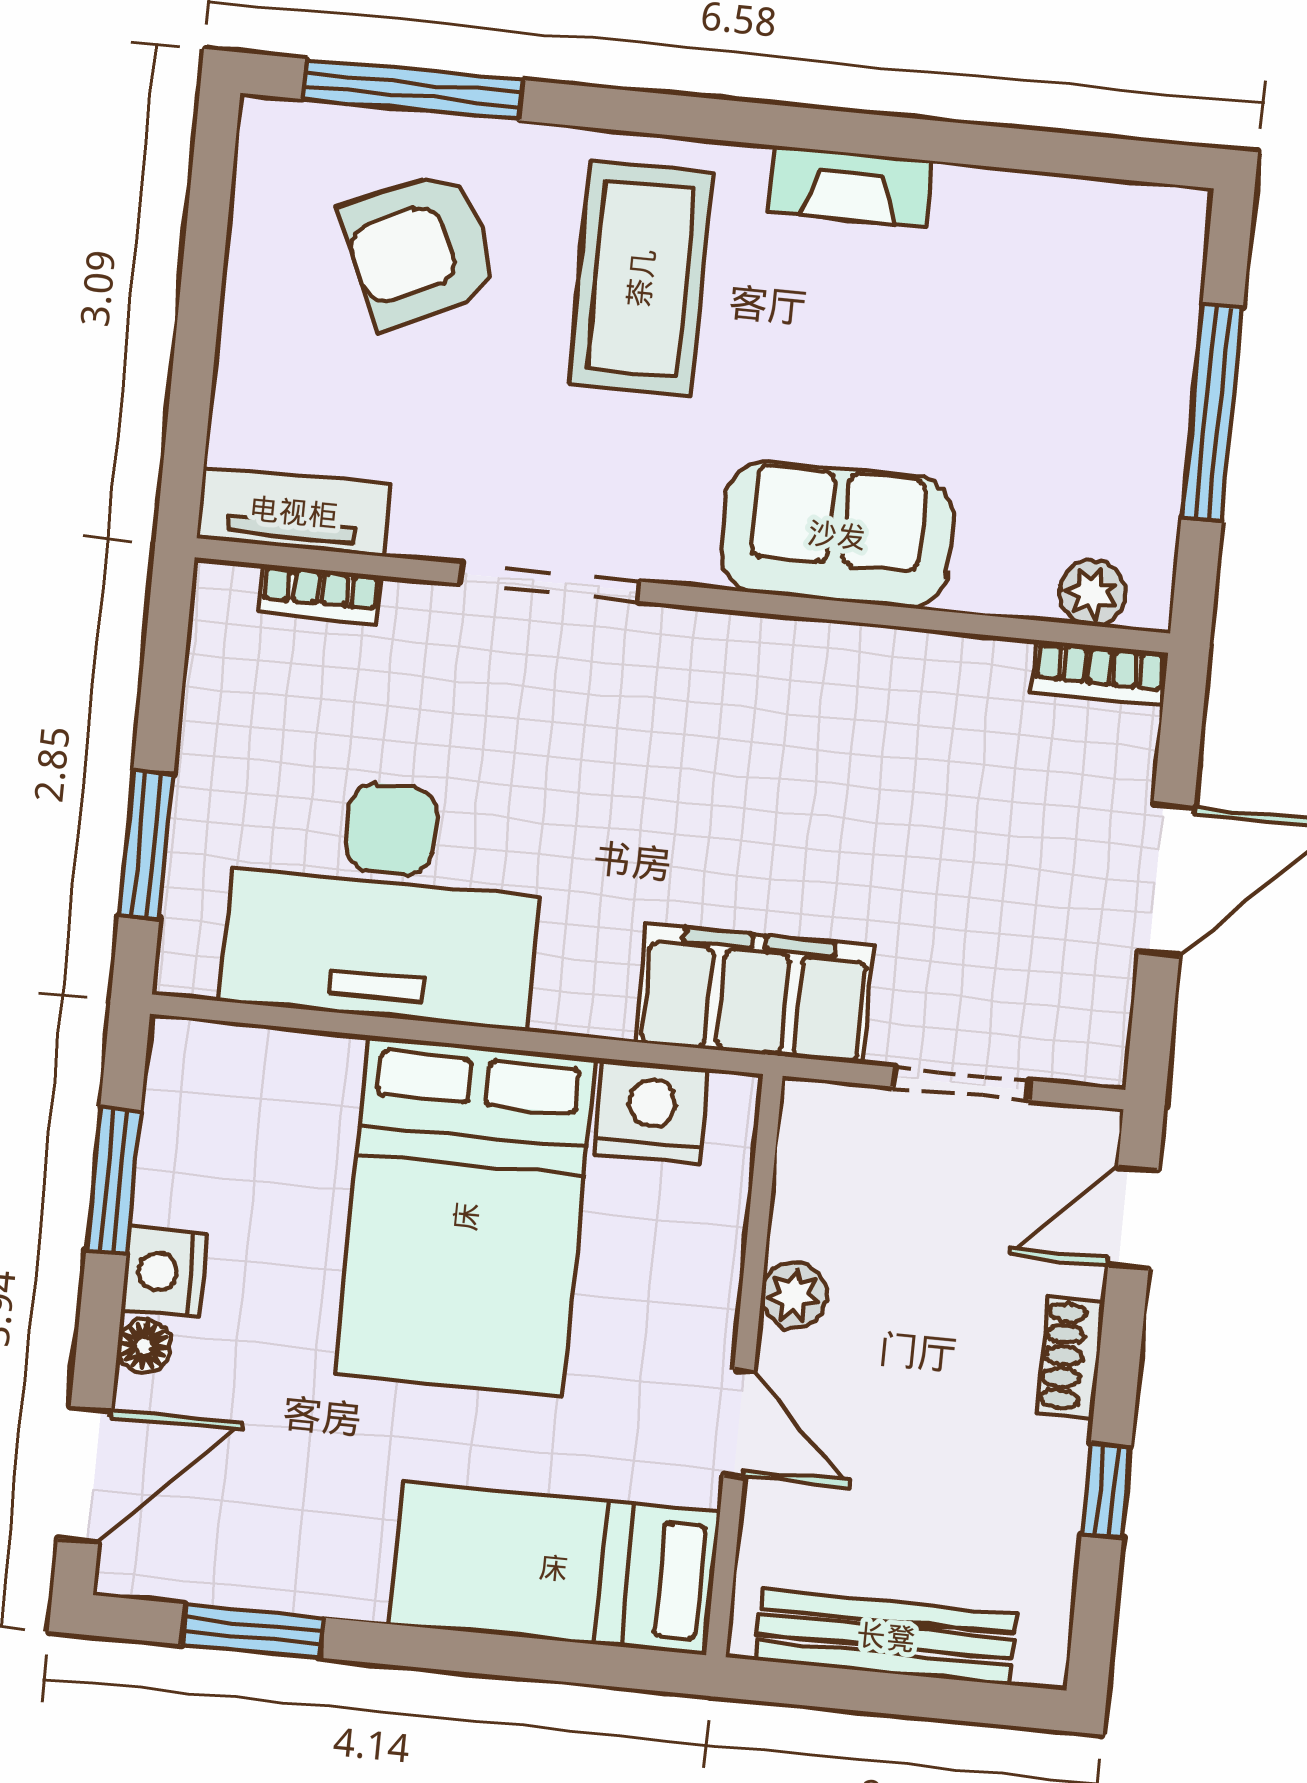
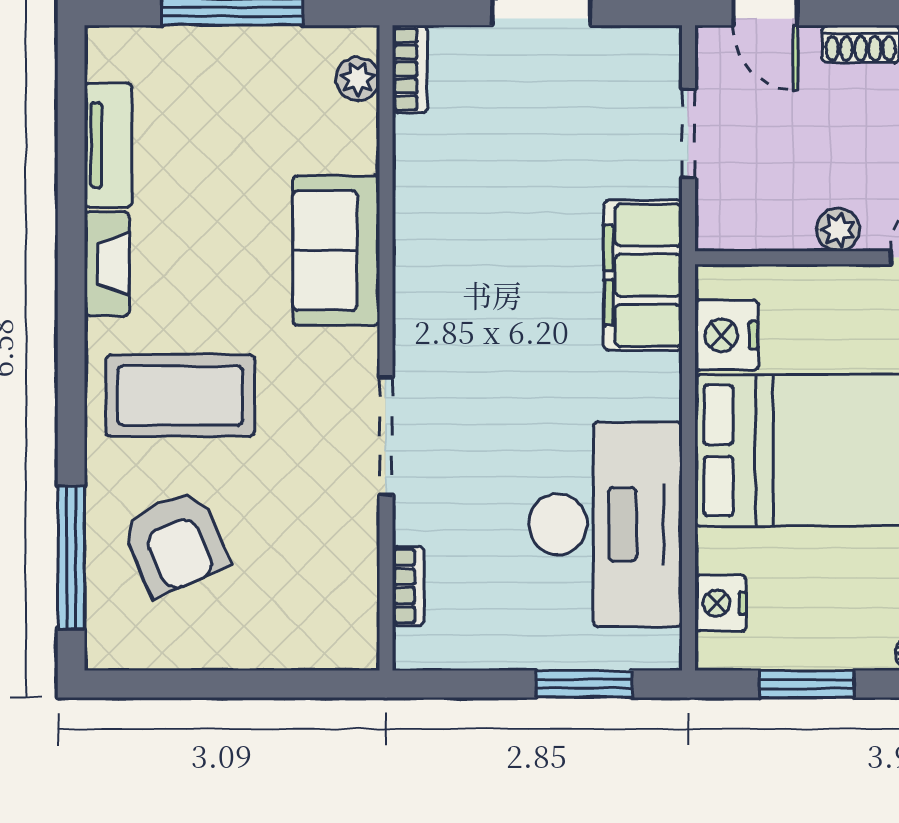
tv unit: (294, 512) -> (108, 145), moved, turned 180
nightstand: (164, 1272) -> (721, 603), moved, turned 90

